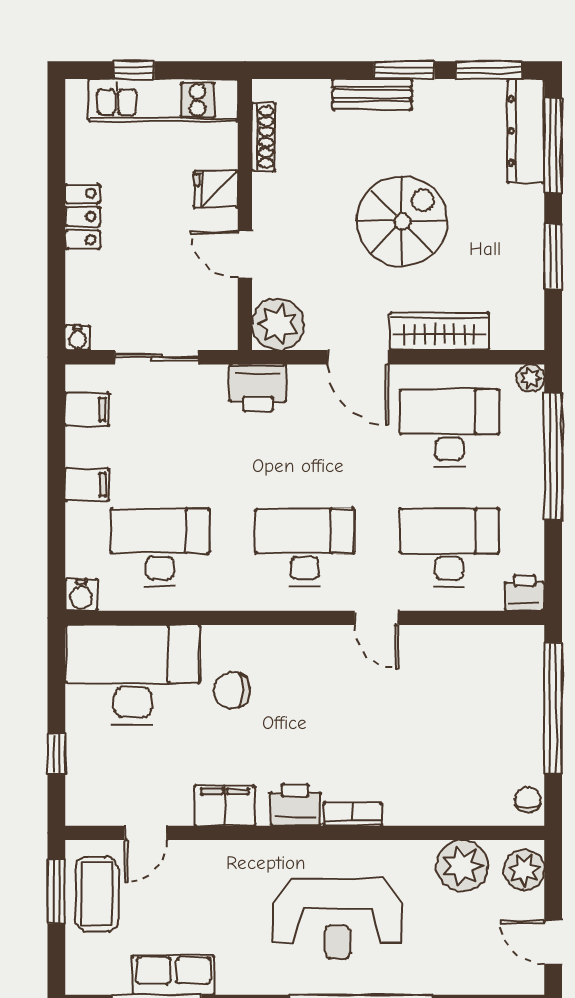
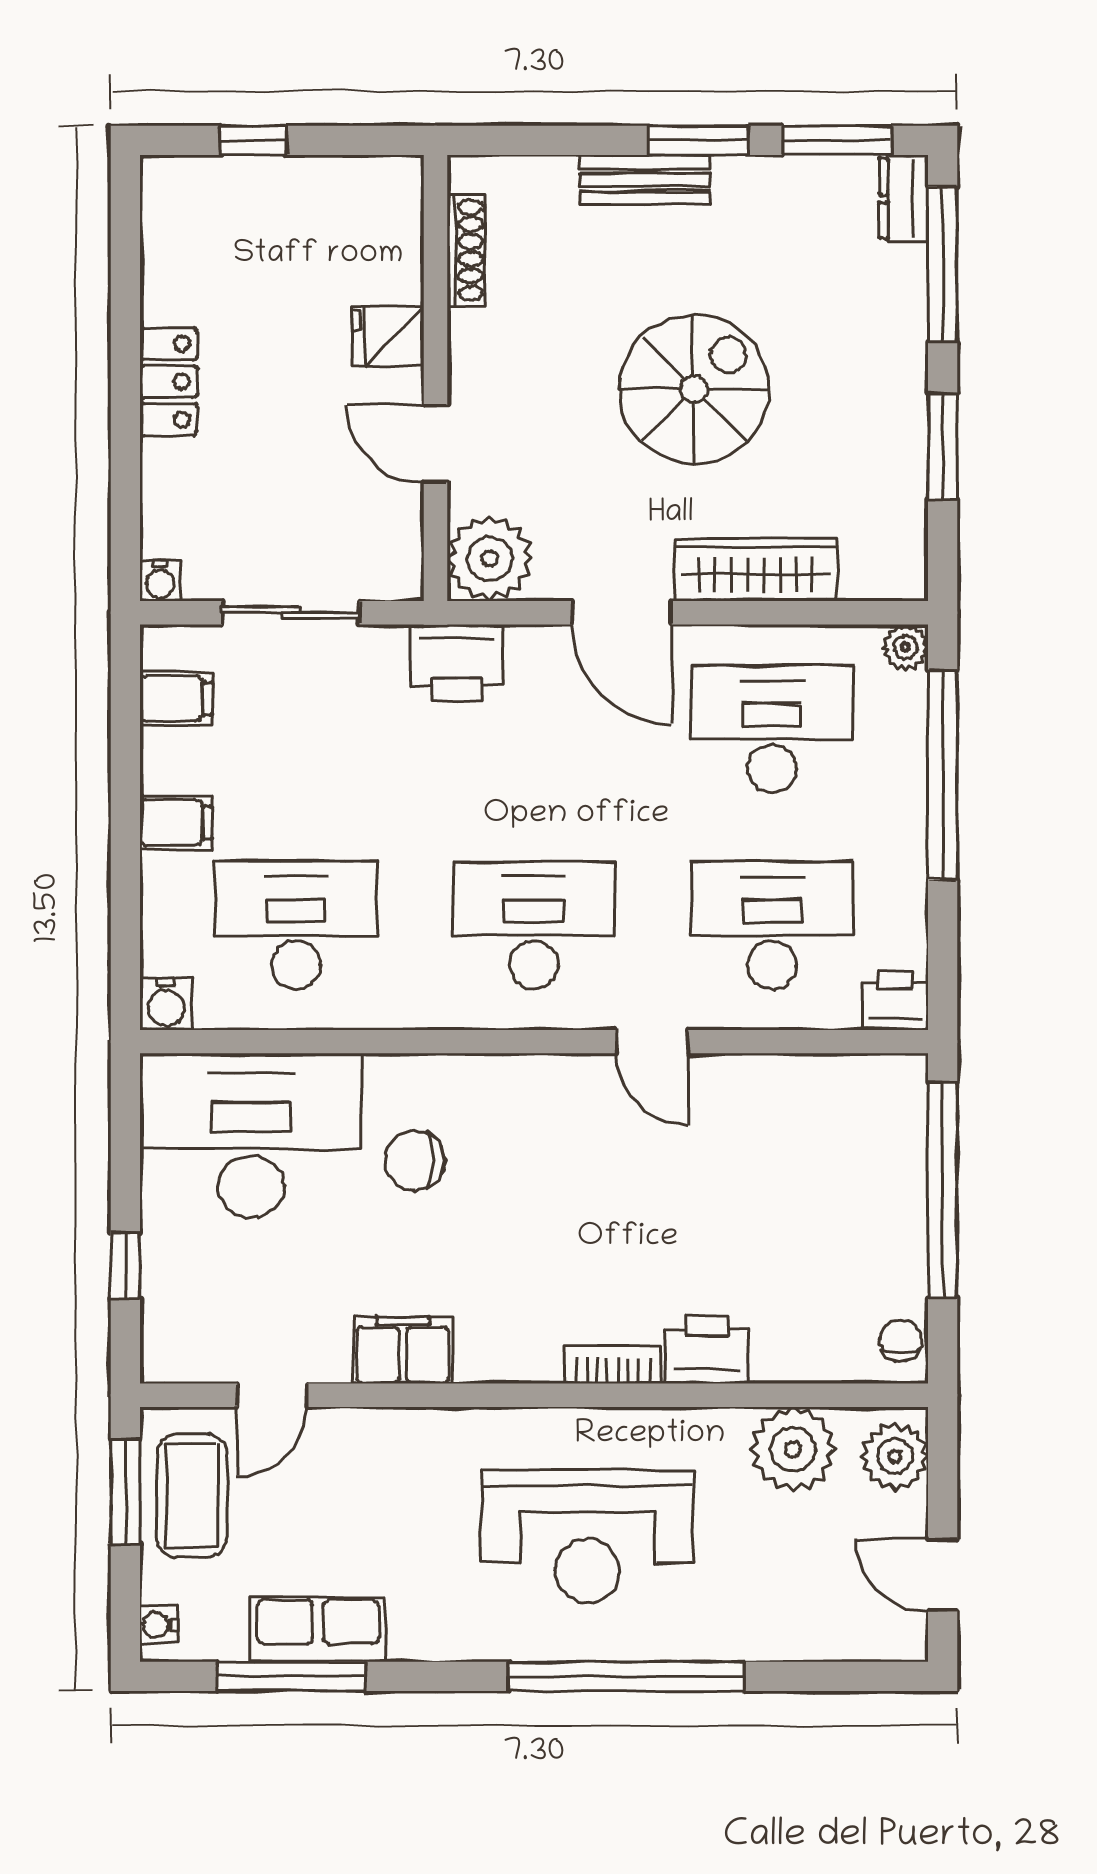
kitchen unit: (163, 100) -> (301, 190), removed
dresser: (526, 131) -> (904, 198), width x0.51, depth x0.80
printer: (295, 805) -> (707, 1349), moved
water cooler: (77, 972) -> (159, 1625), added

